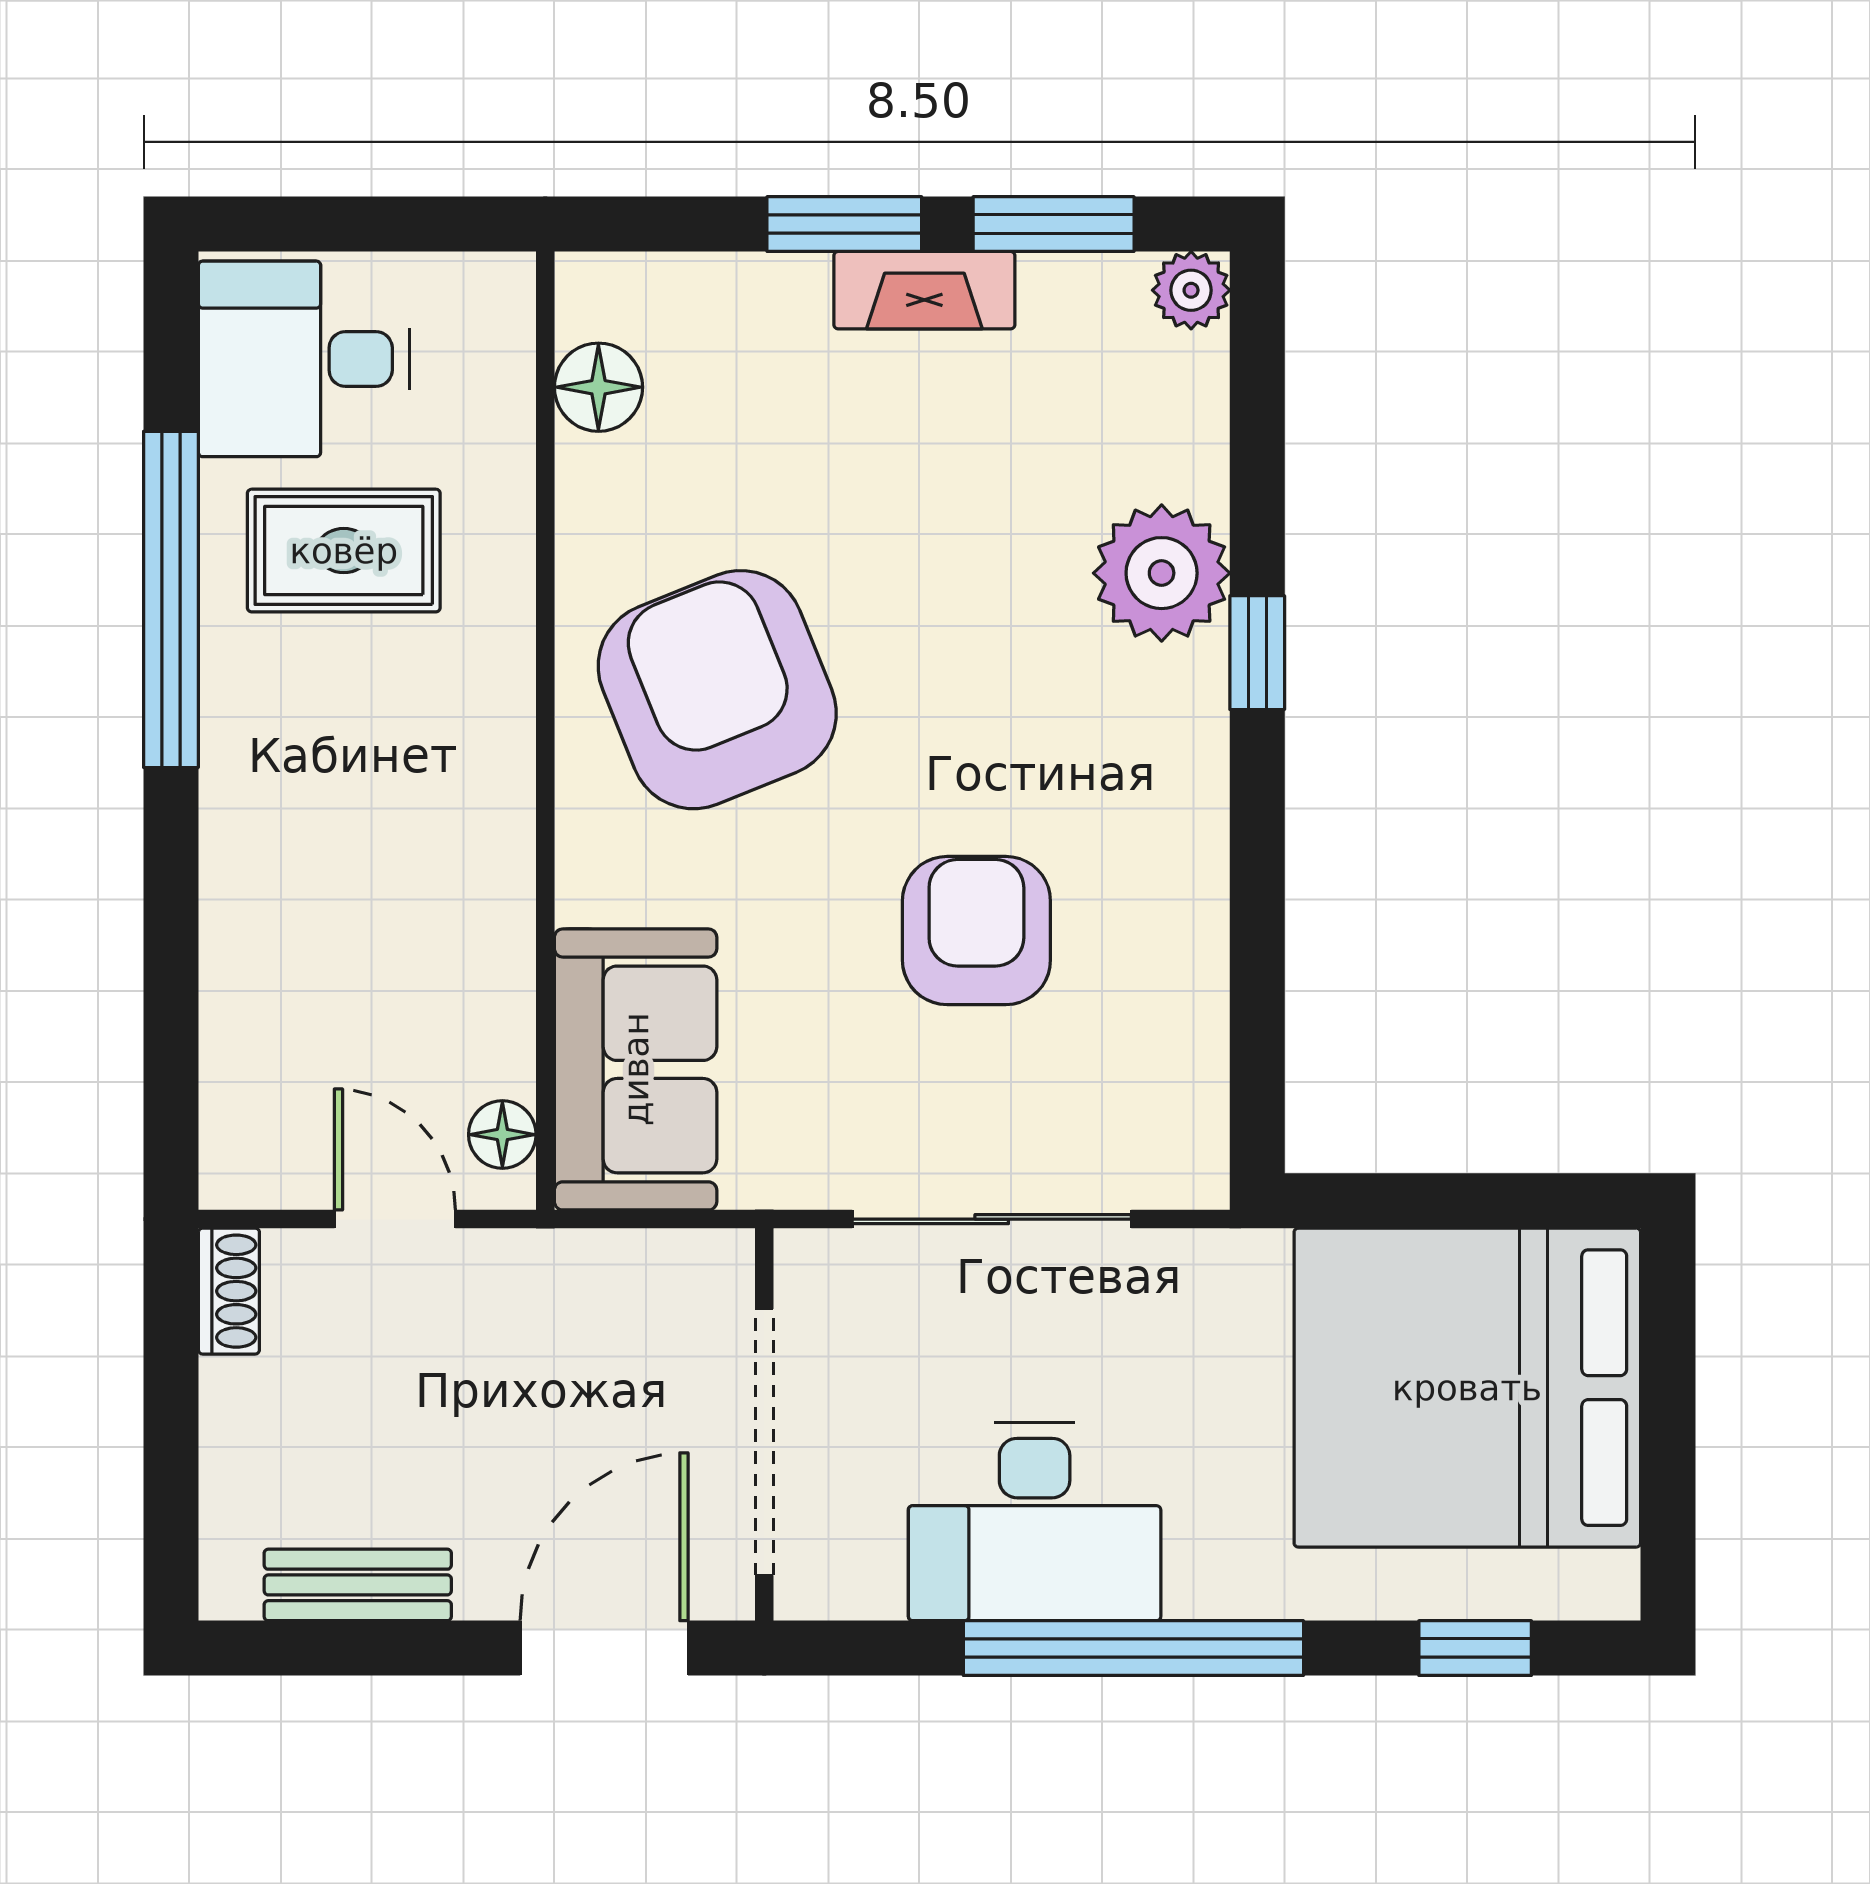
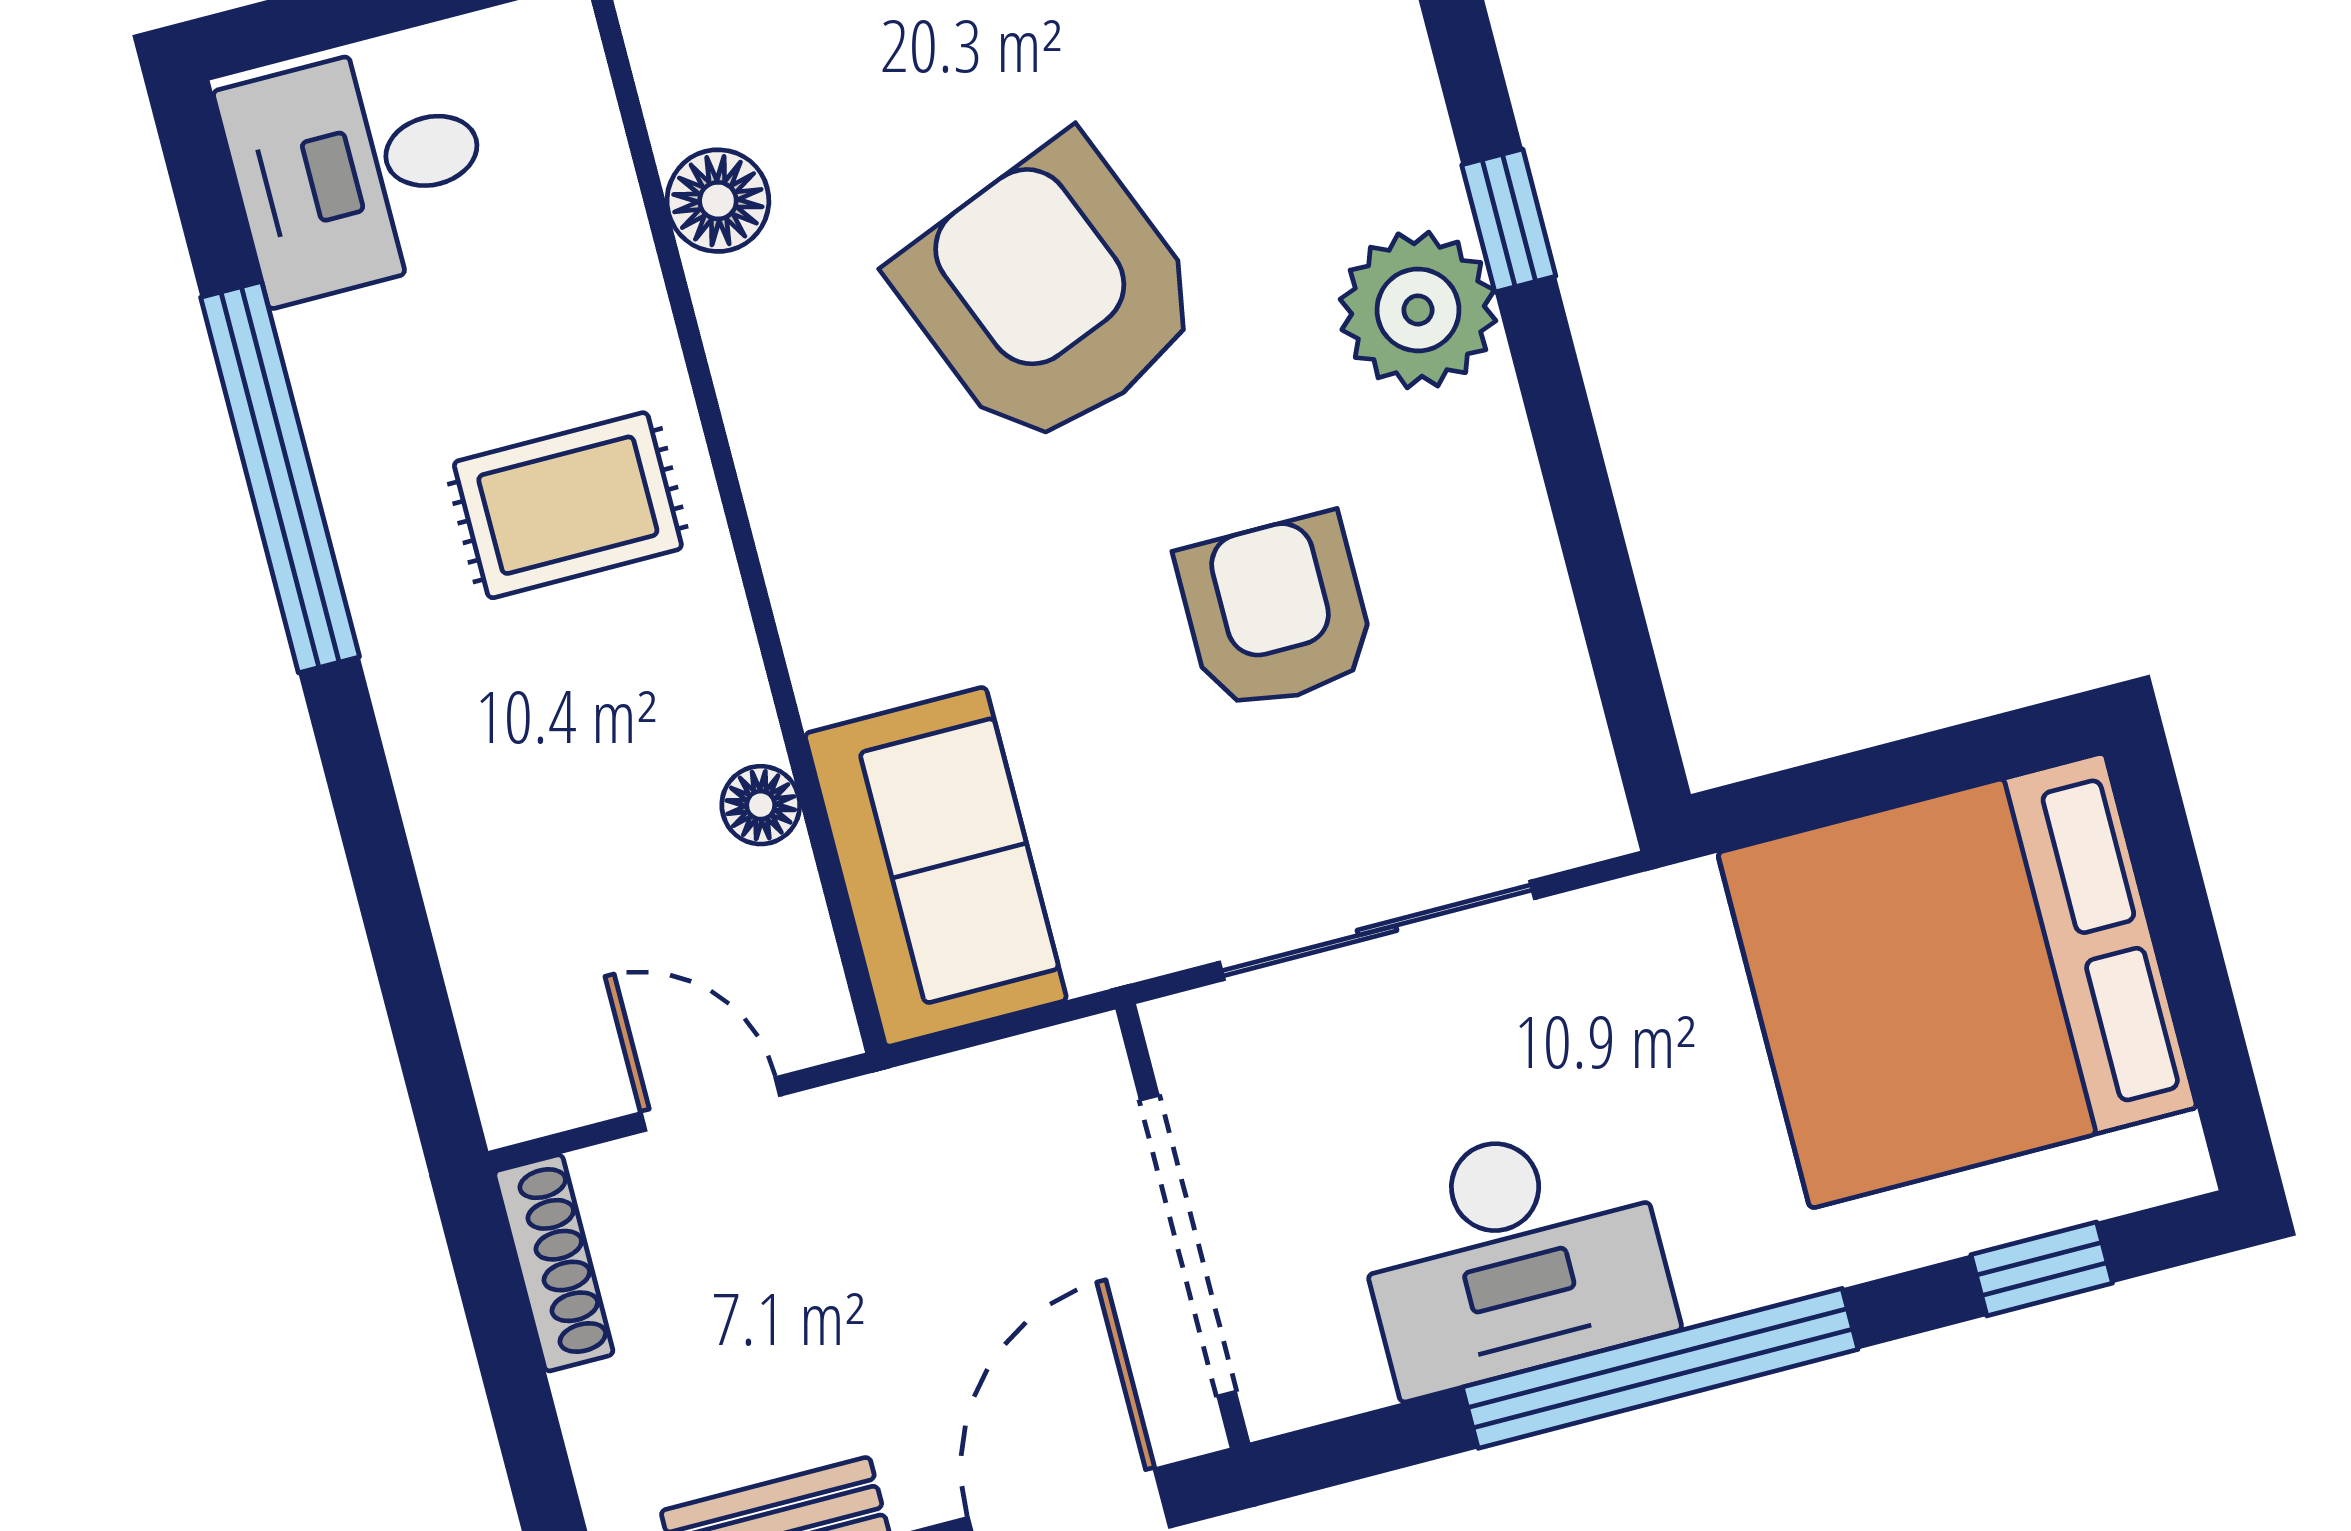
floor lamp: (598, 387) -> (718, 201), moved
rug: (344, 551) -> (568, 505), moved
plant: (1162, 573) -> (1418, 310), moved
armchair: (717, 690) -> (1050, 294), moved
floor lamp: (502, 1135) -> (761, 805), moved
shoe rack: (229, 1291) -> (554, 1263), width x1.43

